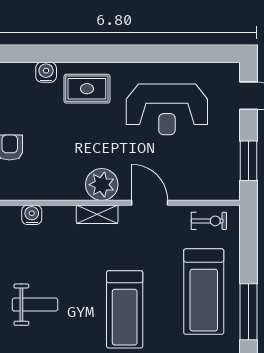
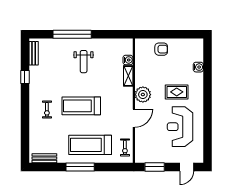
rug: (87, 89) -> (177, 92), moved, turned 90
shelving: (97, 214) -> (128, 76), moved

